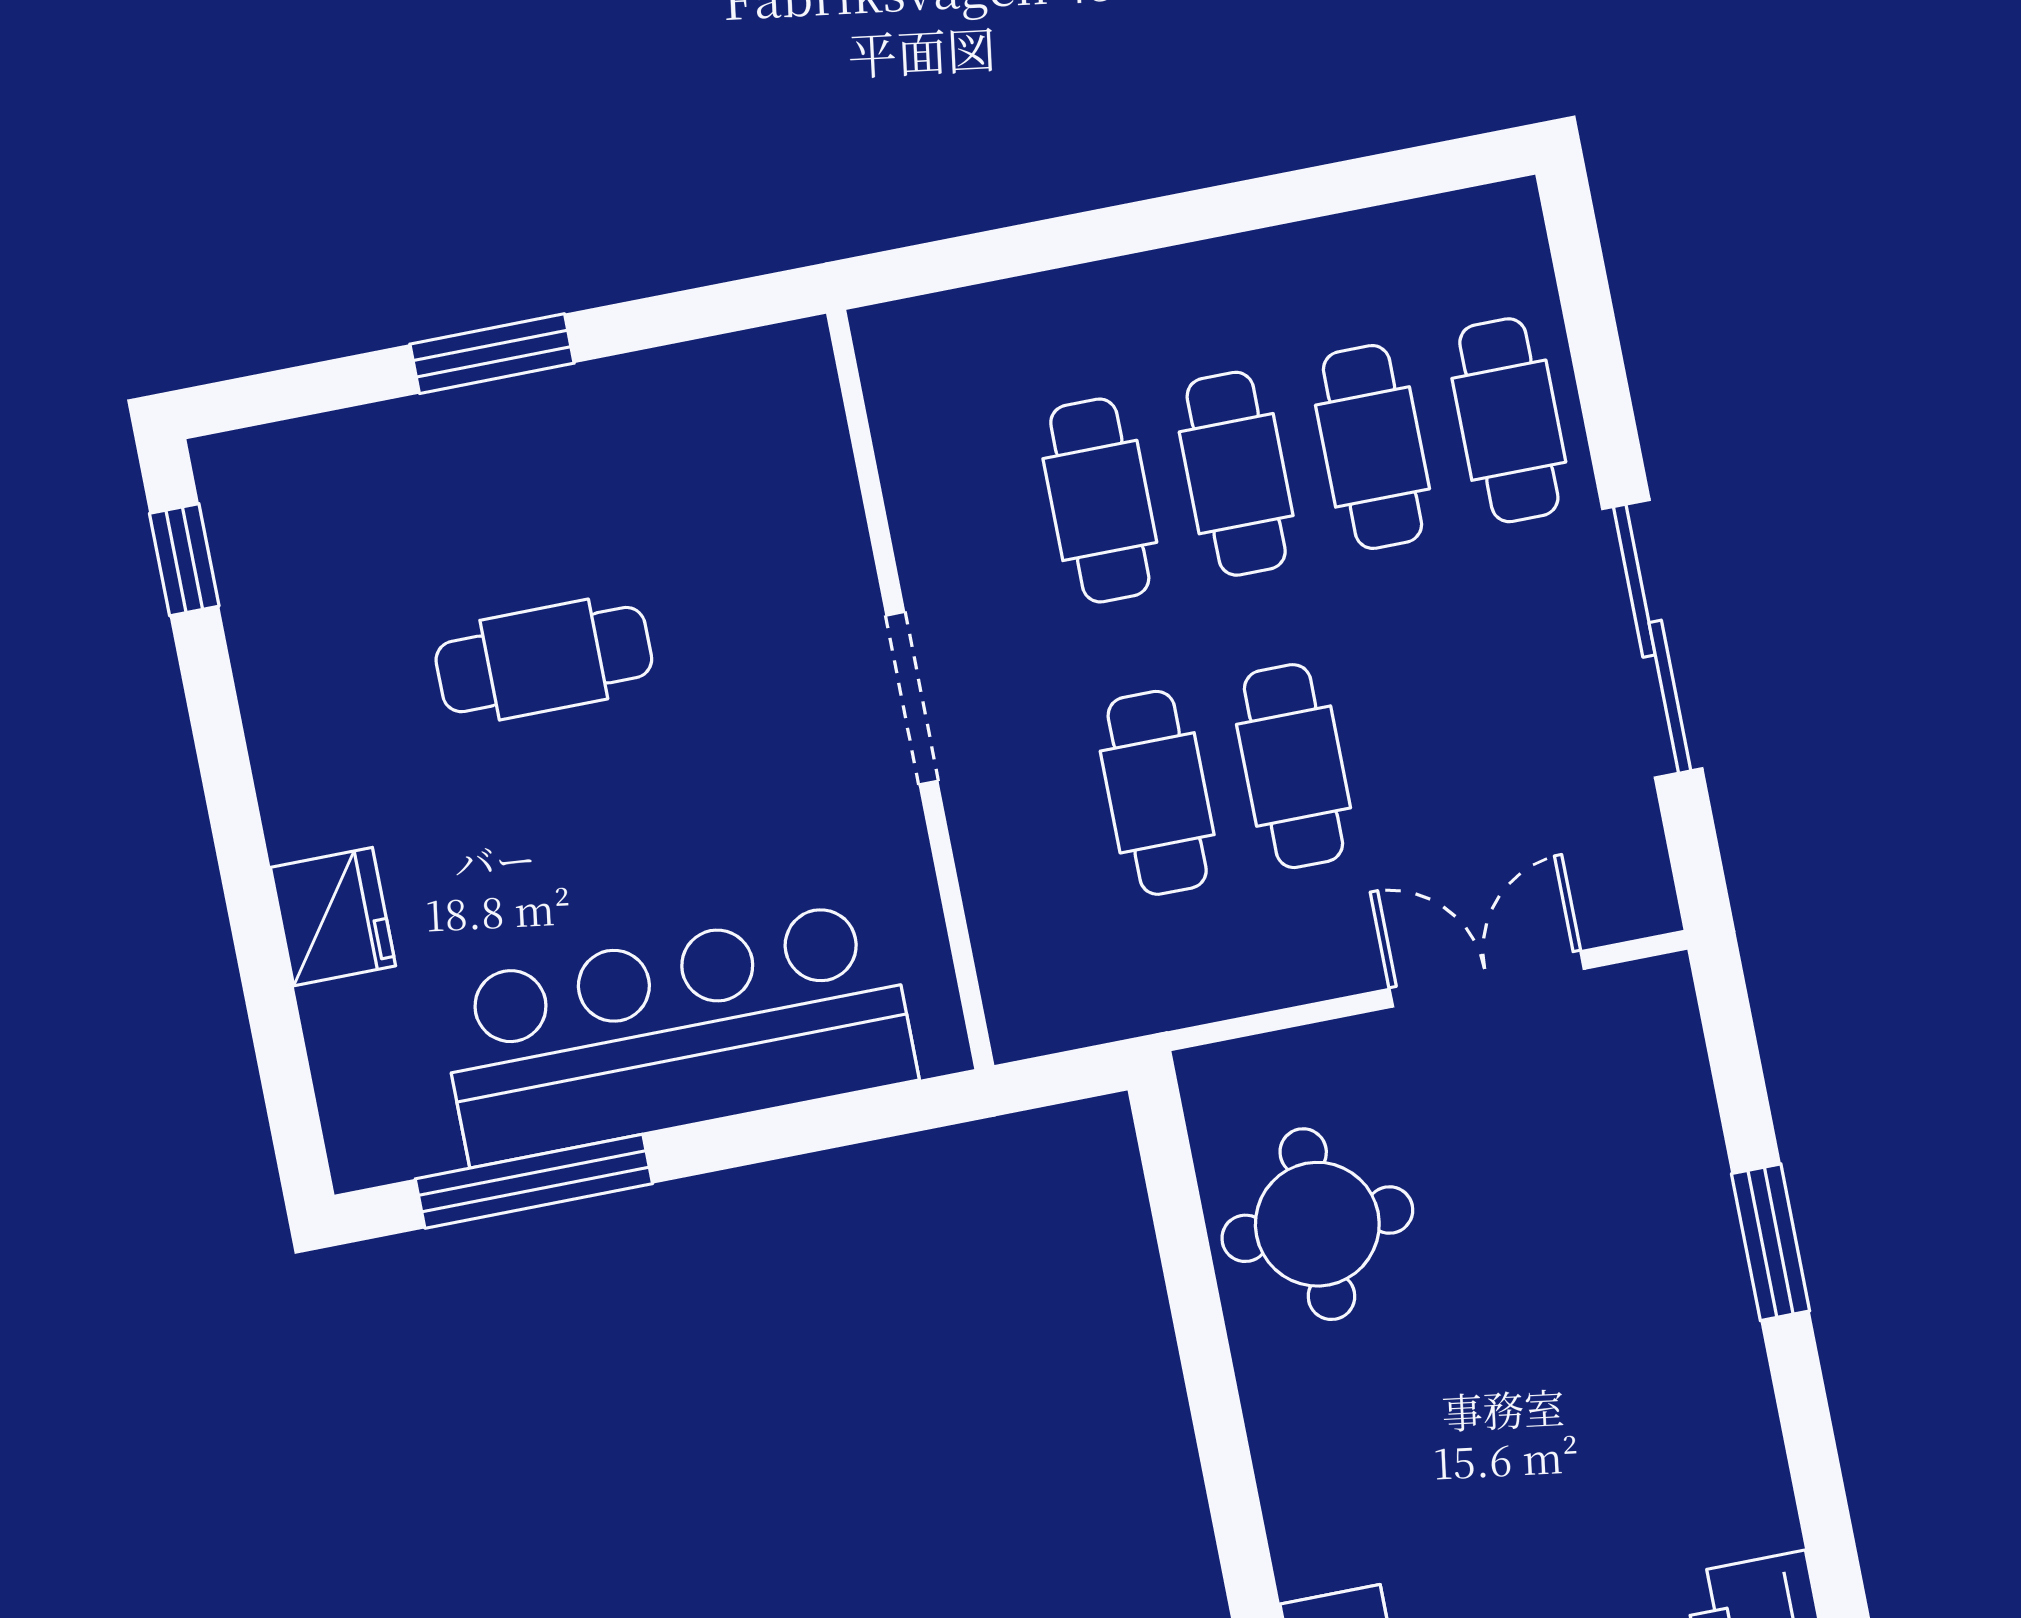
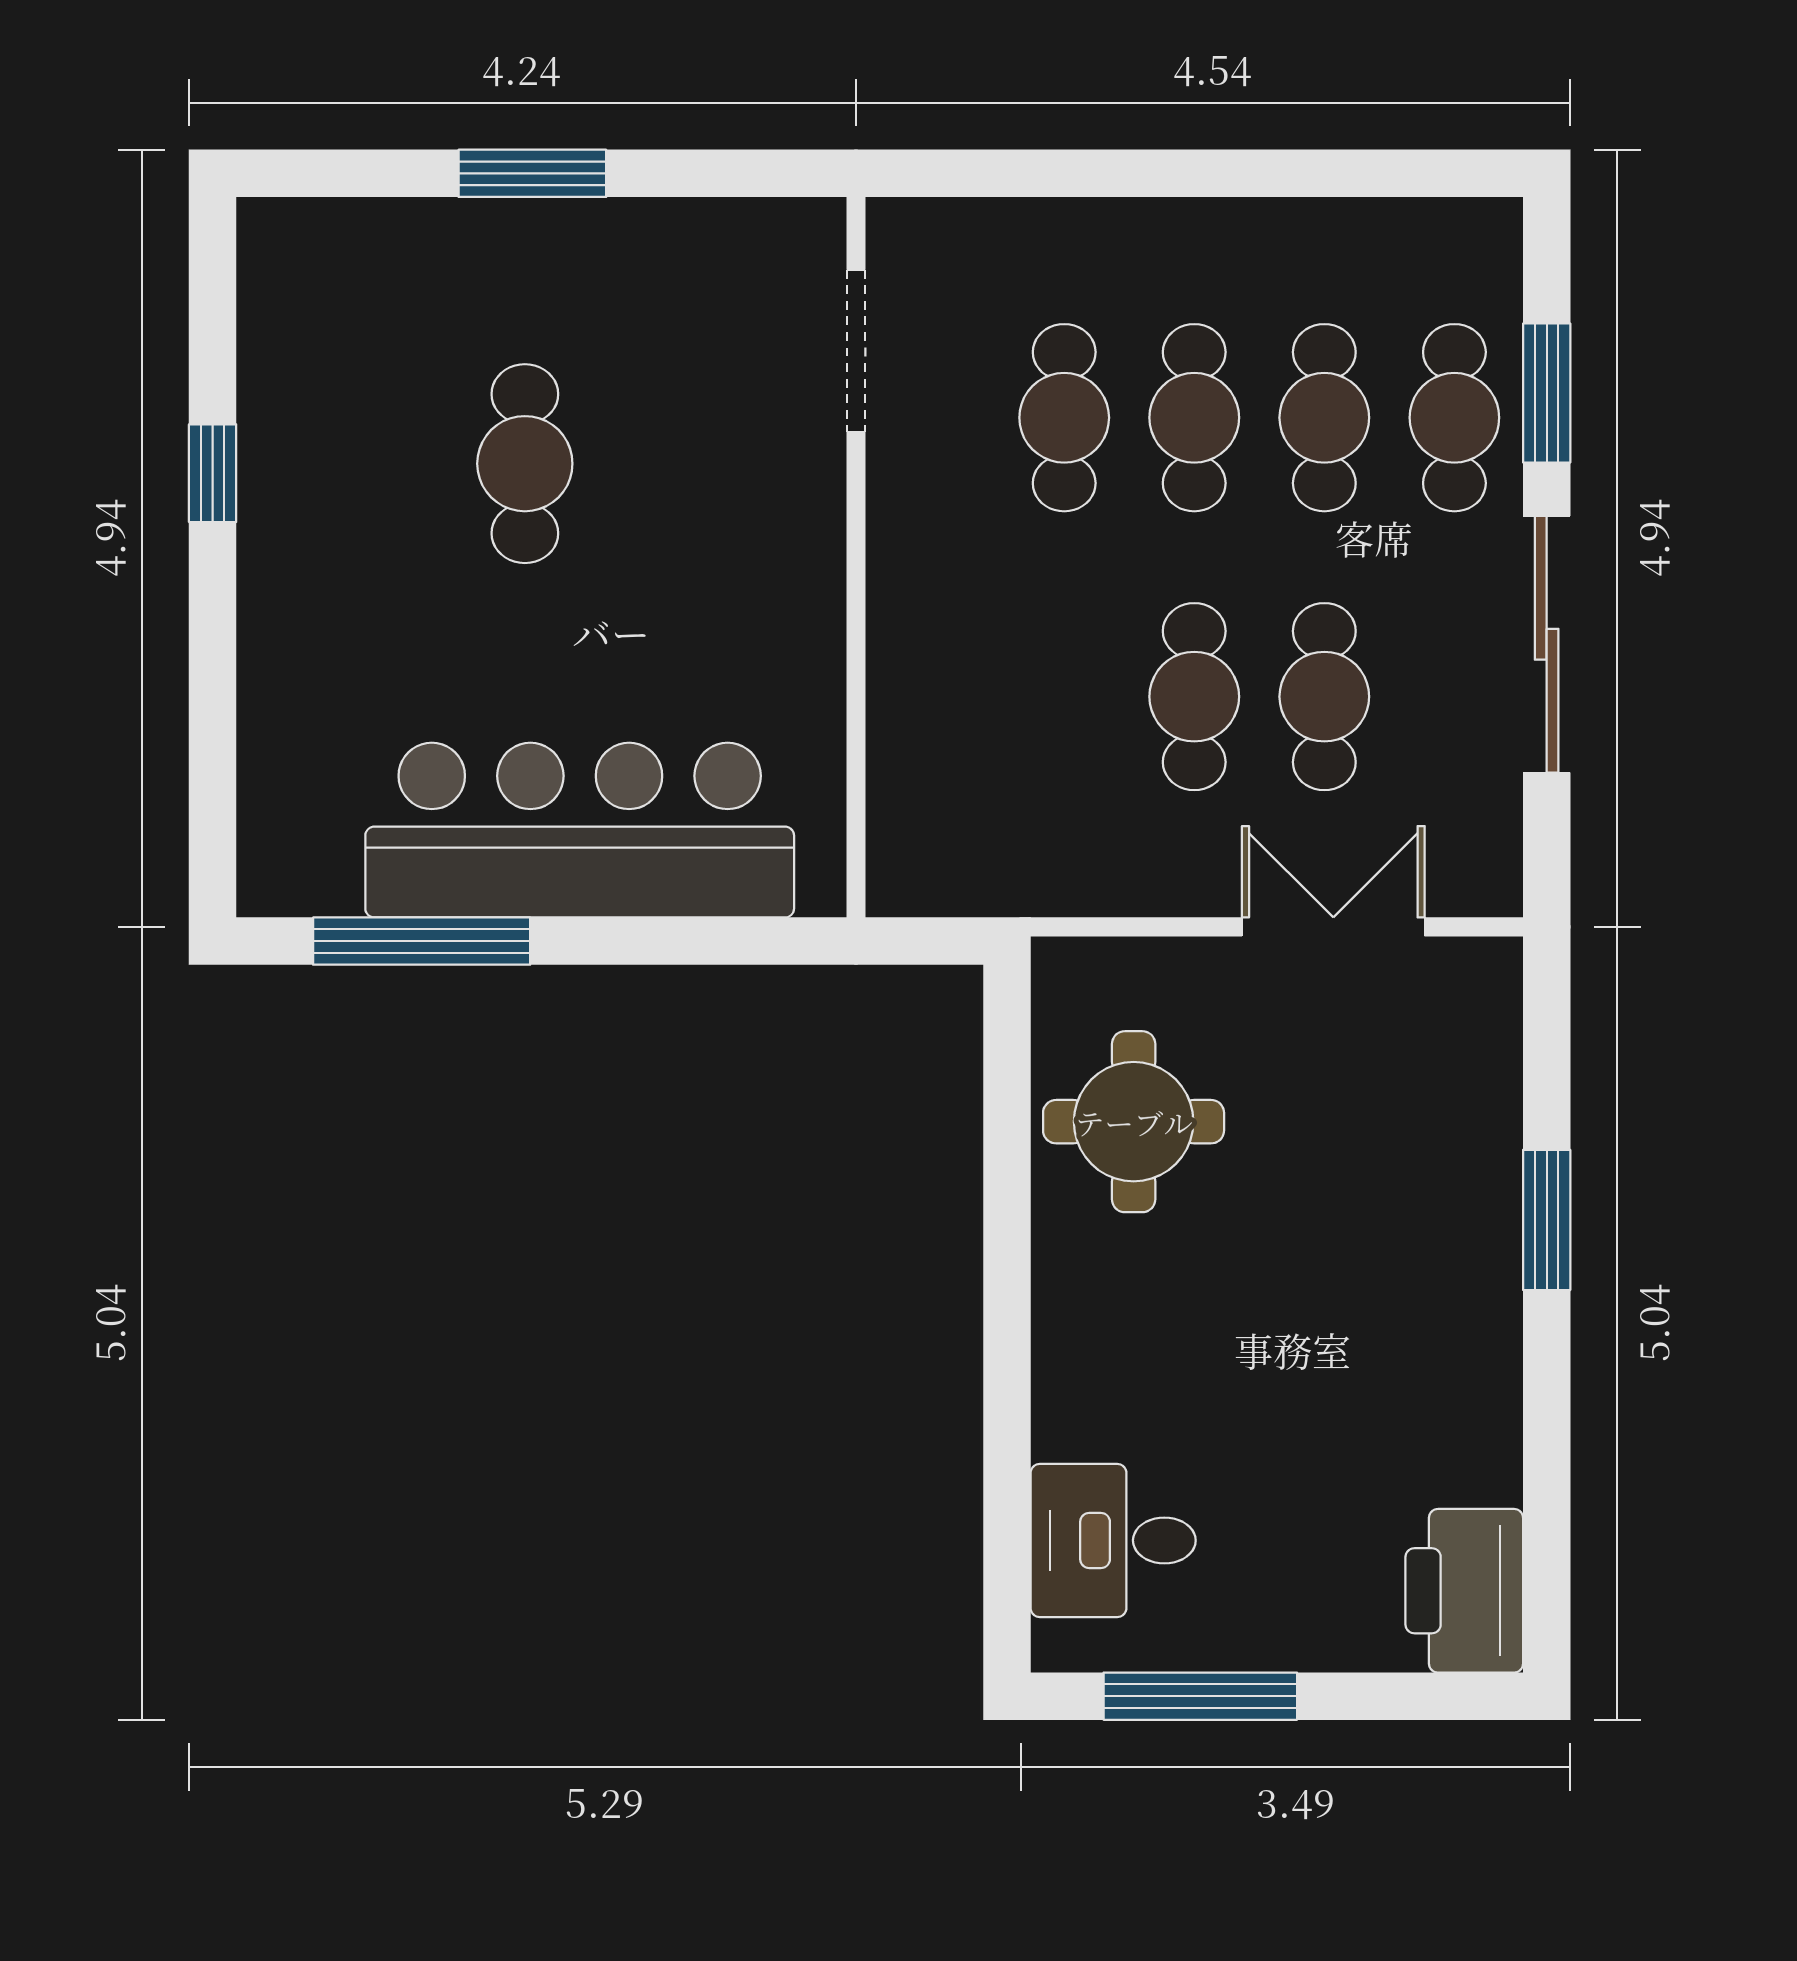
window: (1600, 375) -> (1547, 393), added
window: (184, 560) -> (213, 473), moved
cafe table: (544, 660) -> (525, 464), turned 90
doorway: (912, 698) -> (856, 351), moved
cafe table: (1157, 793) -> (1324, 697), moved
fridge: (333, 917) -> (285, 662), removed

